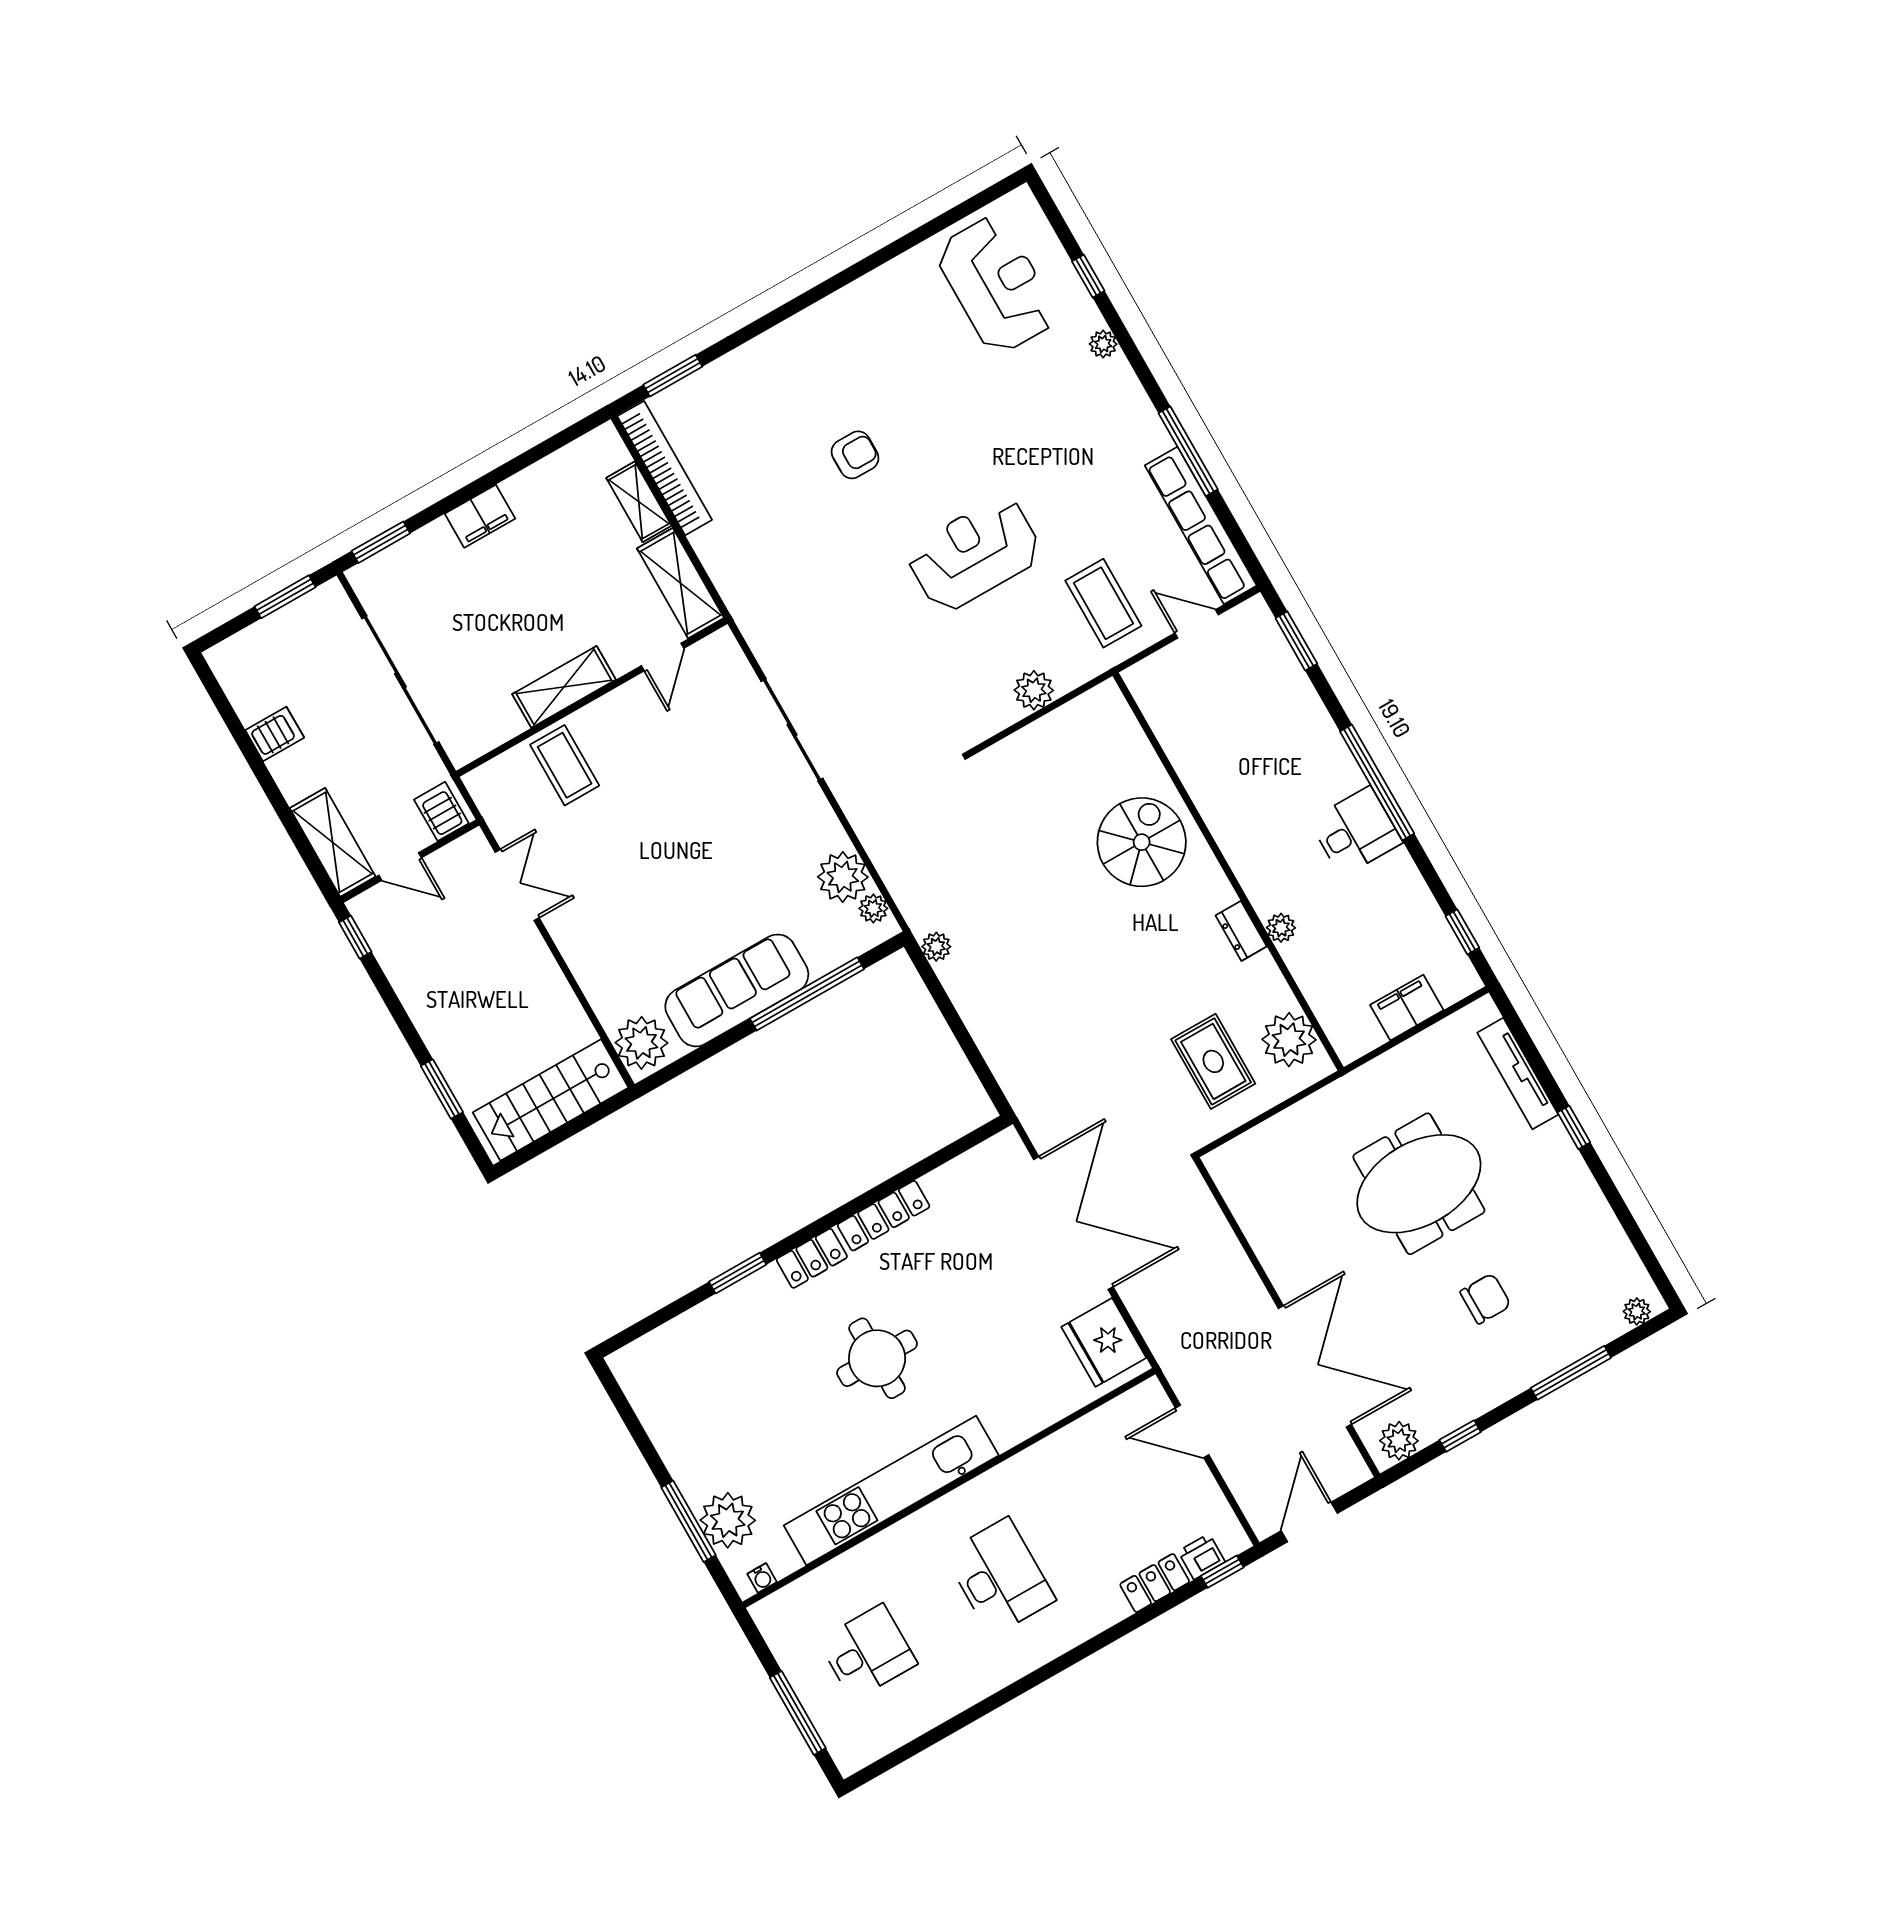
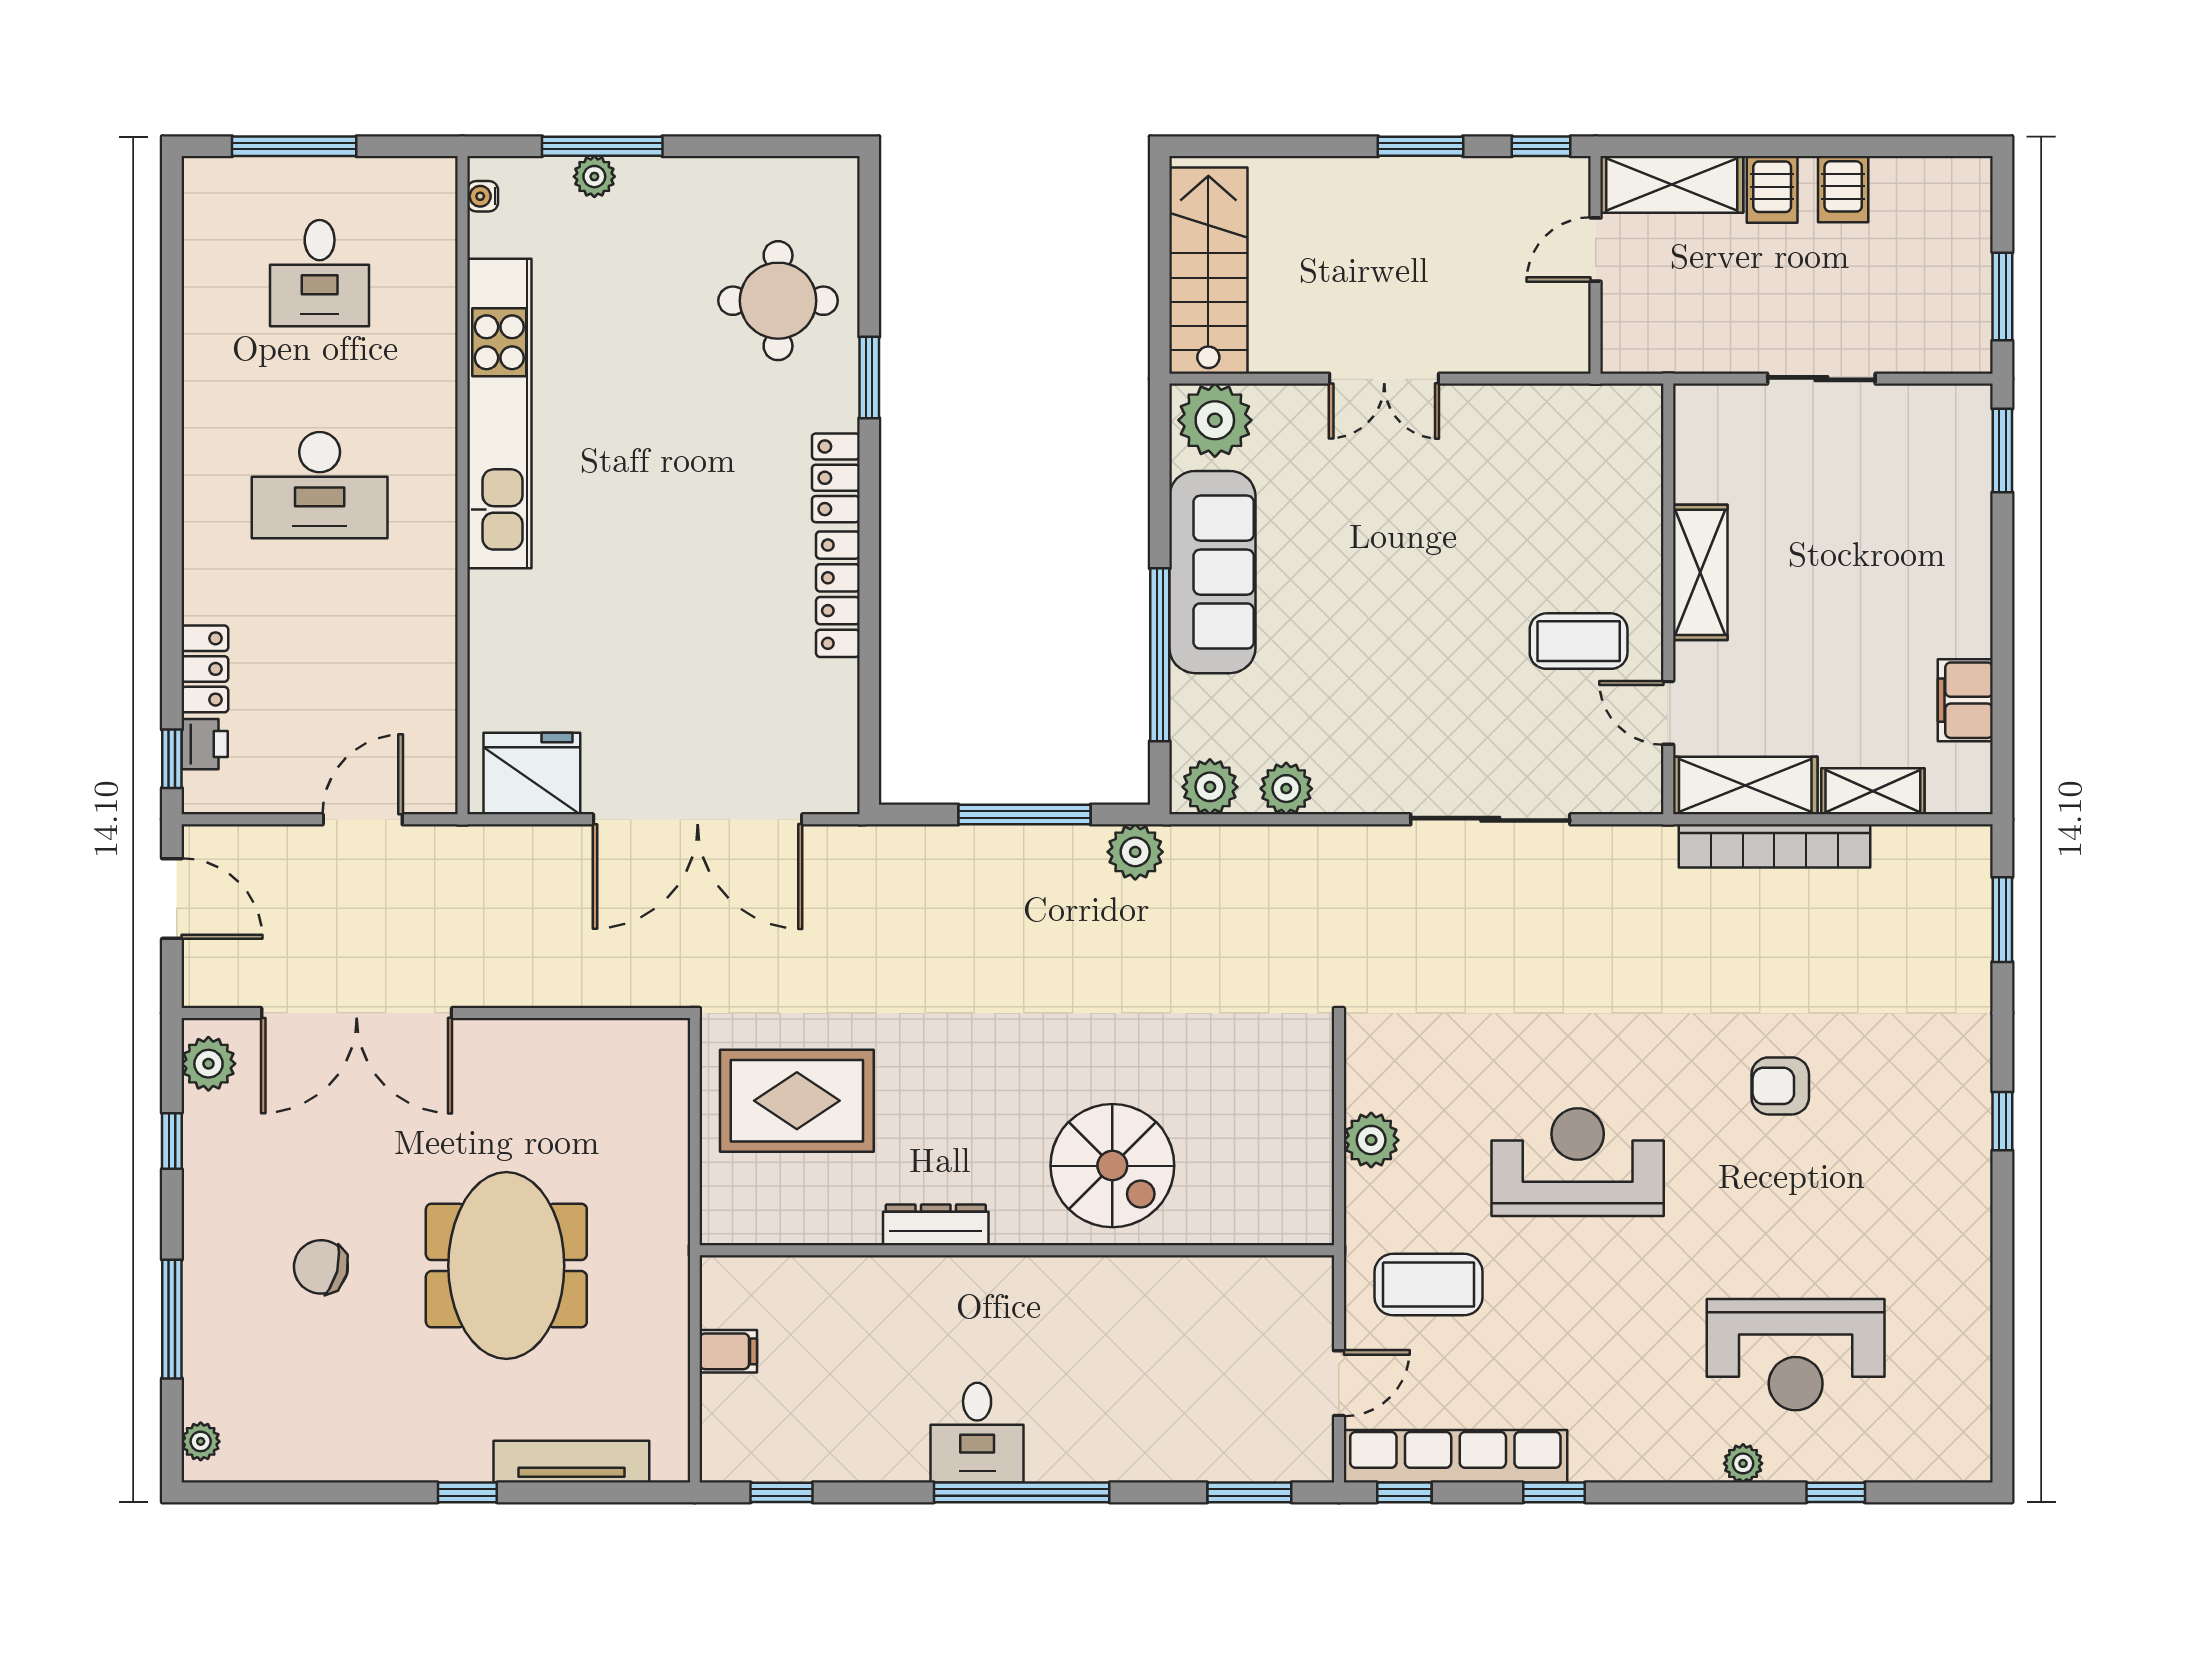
reception desk: (996, 285) -> (1796, 1355), moved
window: (798, 304) -> (2002, 1121), added
window: (1188, 451) -> (1554, 1492), width x0.46
armchair: (855, 455) -> (1780, 1086), turned 90
bookcase: (665, 468) -> (1774, 846), moved
filing cabinet: (480, 516) -> (1965, 700), moved
window: (1241, 544) -> (1404, 1492), added
reception desk: (974, 554) -> (1578, 1162), turned -90
sliding door: (400, 680) -> (1821, 379), width x0.54
coffee table: (565, 765) -> (1579, 641), moved
server rack: (441, 811) -> (1772, 189), moved, turned 90
plant: (843, 877) -> (1286, 789), width x0.73, depth x0.73
double door: (517, 885) -> (1384, 379), moved
plant: (873, 908) -> (1210, 787), width x1.38, depth x1.38
plant: (1281, 928) -> (912, 1275), removed
dresser: (1241, 931) -> (936, 1225), width x1.44
plant: (936, 947) -> (1135, 852), width x1.38, depth x1.38
filing cabinet: (1407, 1008) -> (728, 1351), width x0.50
window: (954, 1021) -> (1025, 814), added
plant: (1289, 1040) -> (771, 1208), removed
rug: (1213, 1061) -> (797, 1101), width x1.36, depth x1.43
window: (442, 1089) -> (1420, 146), moved
chair: (1486, 1299) -> (321, 1267), turned 105
round table: (877, 1358) -> (778, 301), moved
plant: (728, 1520) -> (594, 177), width x0.53, depth x0.53

